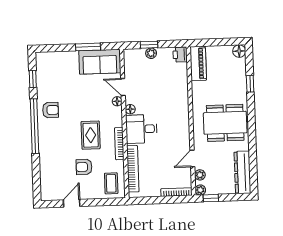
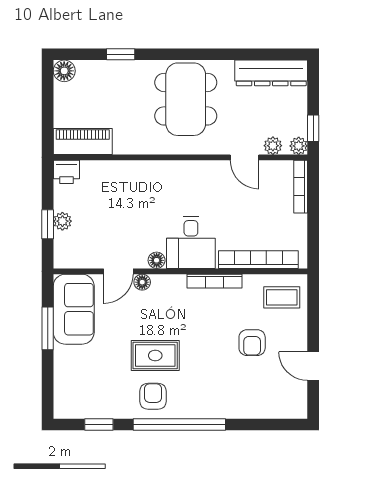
rug: (91, 135) -> (155, 356), moved

